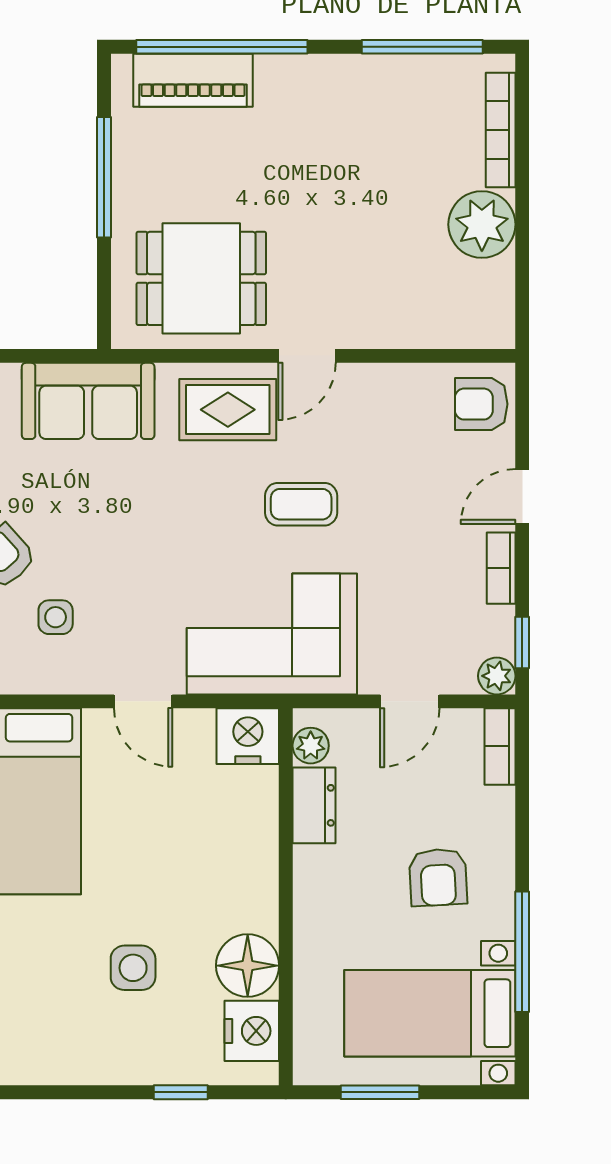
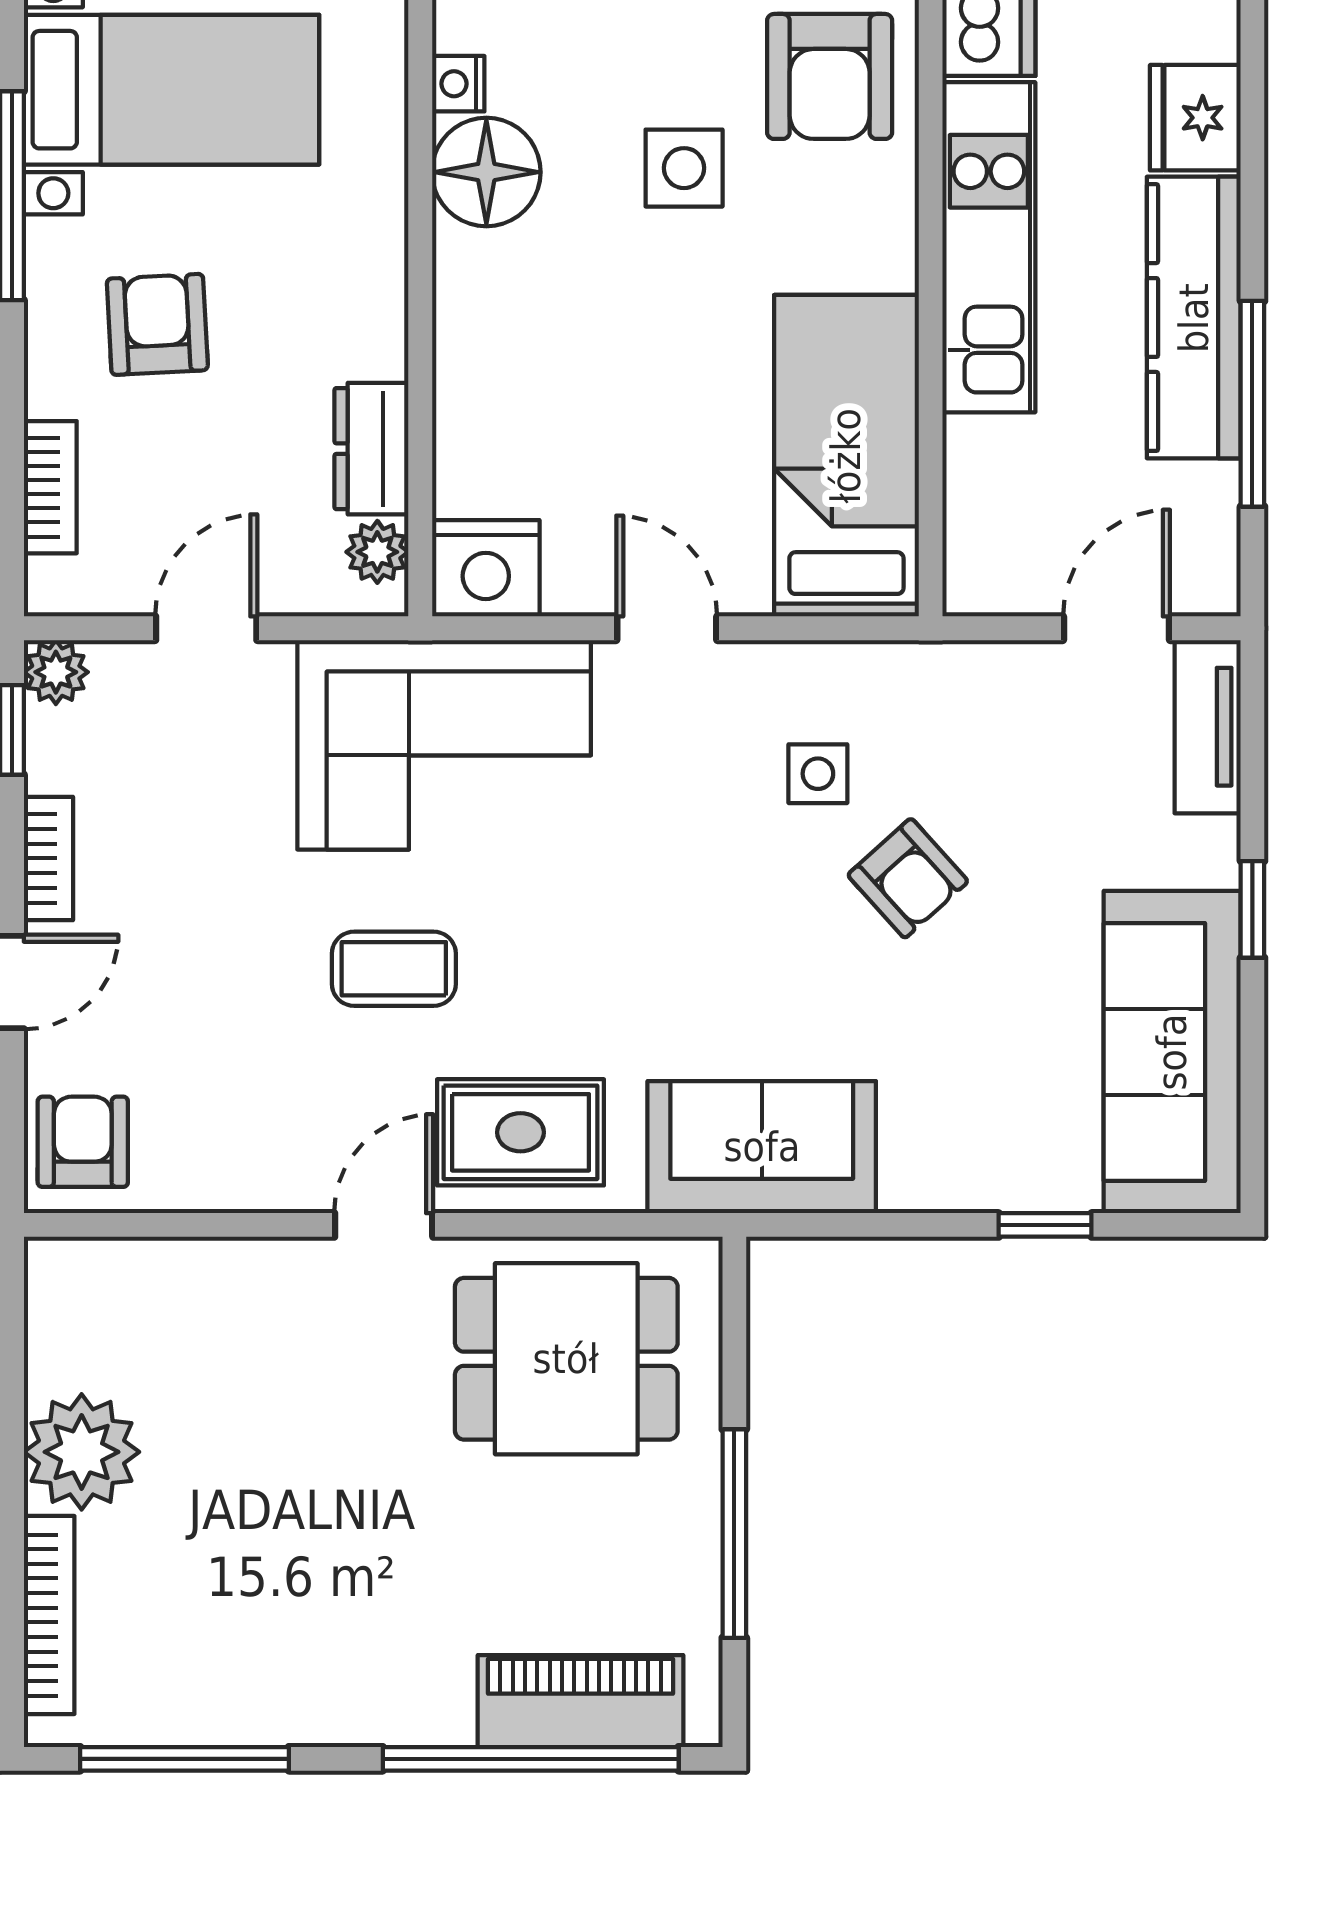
armchair: (481, 404) -> (83, 1142), turned -90
bookcase: (500, 746) -> (50, 487), moved
armchair: (49, 1021) -> (830, 76), added
nightstand: (252, 1031) -> (458, 84), width x0.53, depth x0.56

